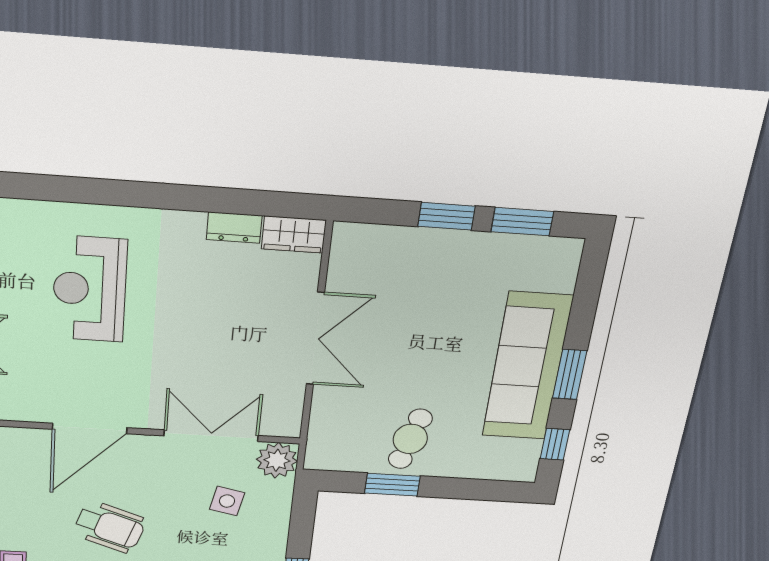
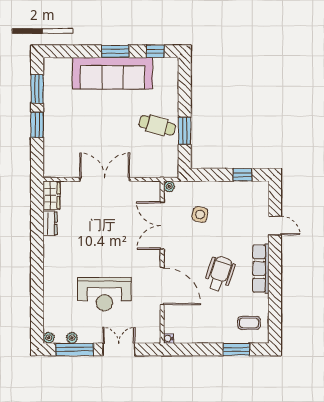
reception desk: (90, 289) -> (104, 294), moved
plant: (277, 460) -> (169, 186), width x0.53, depth x0.53

